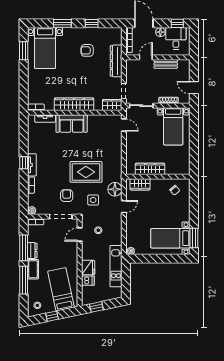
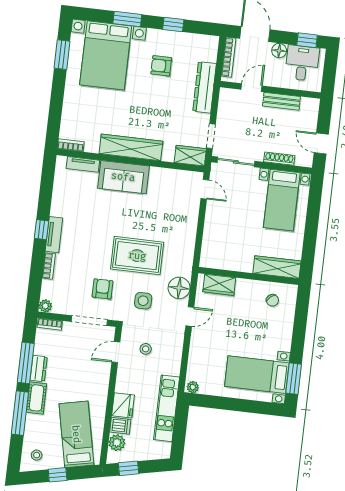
bed with nightstands: (45, 48) -> (106, 55), width x1.36
wardrobe: (150, 169) -> (277, 267), moved
plant: (87, 291) -> (117, 443), added

